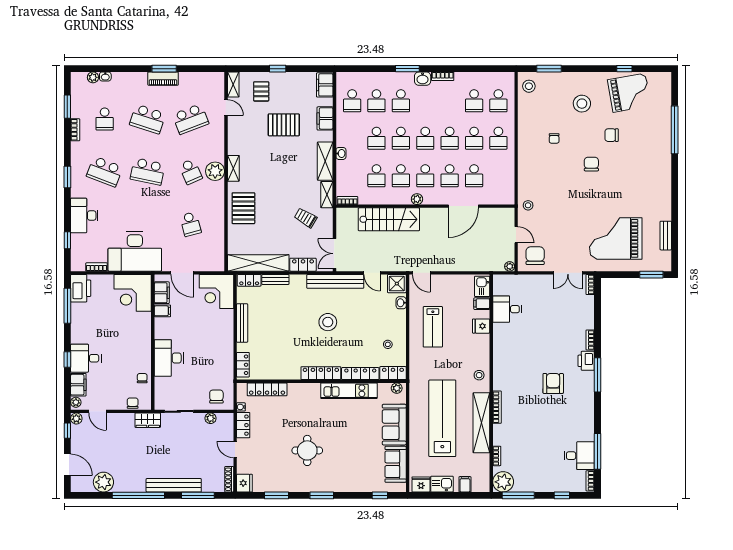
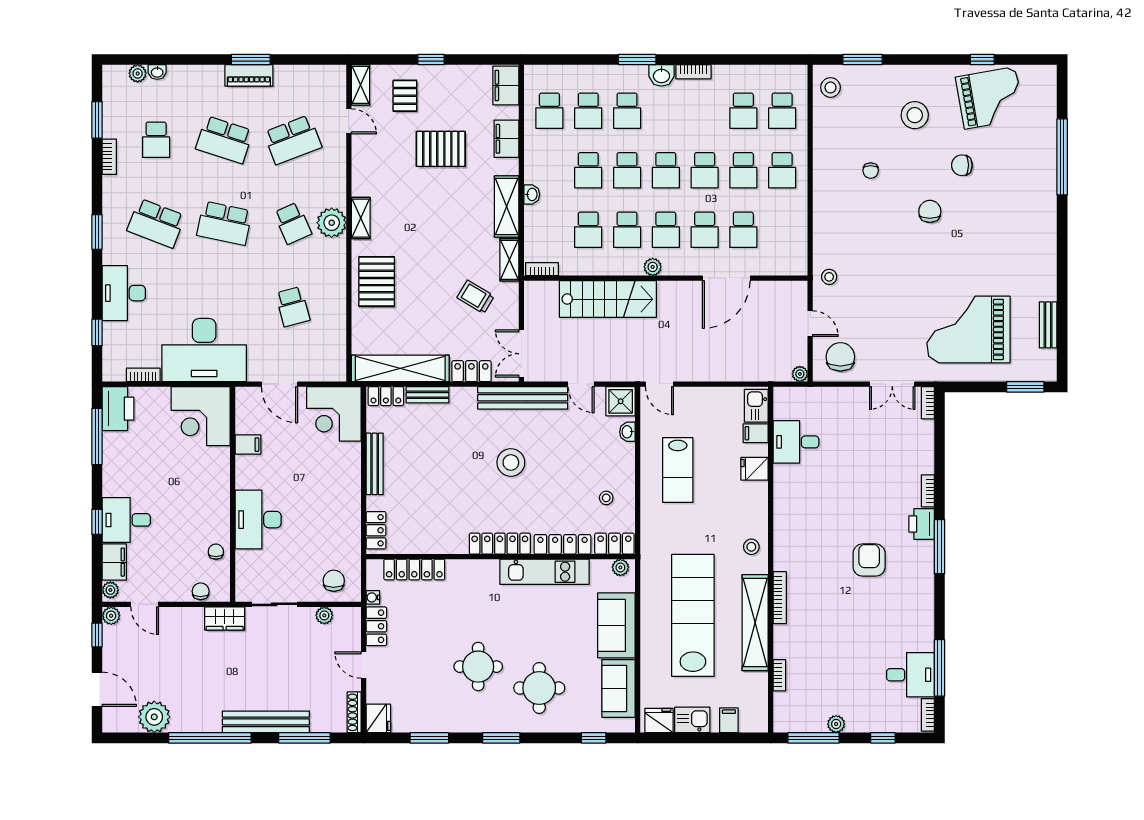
filing cabinet: (162, 293) -> (247, 416), removed
round table: (346, 464) -> (539, 688), added
plant: (503, 482) -> (836, 724), moved, width x0.53, depth x0.53

